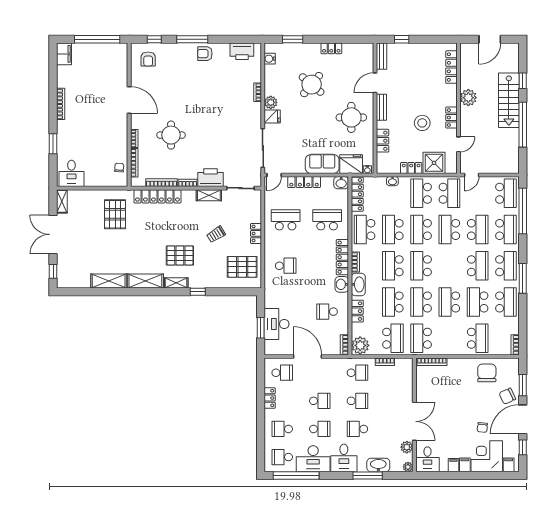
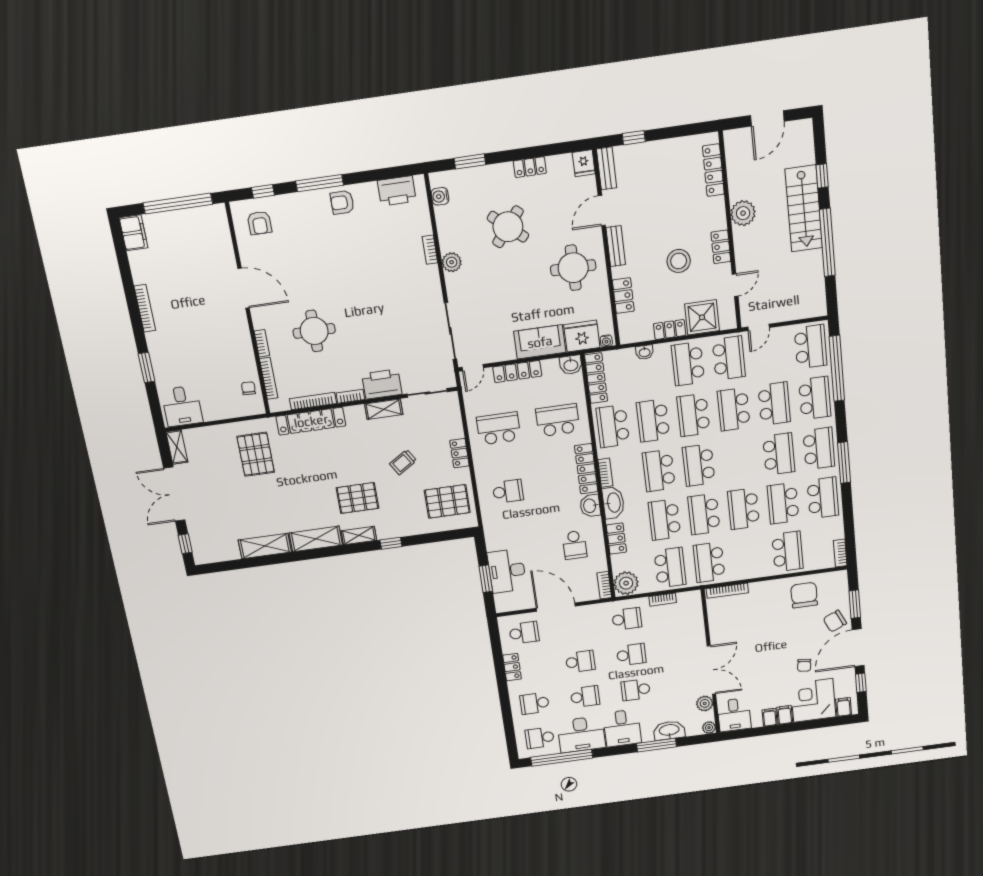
fridge: (272, 117) -> (584, 163), moved, turned 90
school desk: (327, 312) -> (575, 545), turned -90

